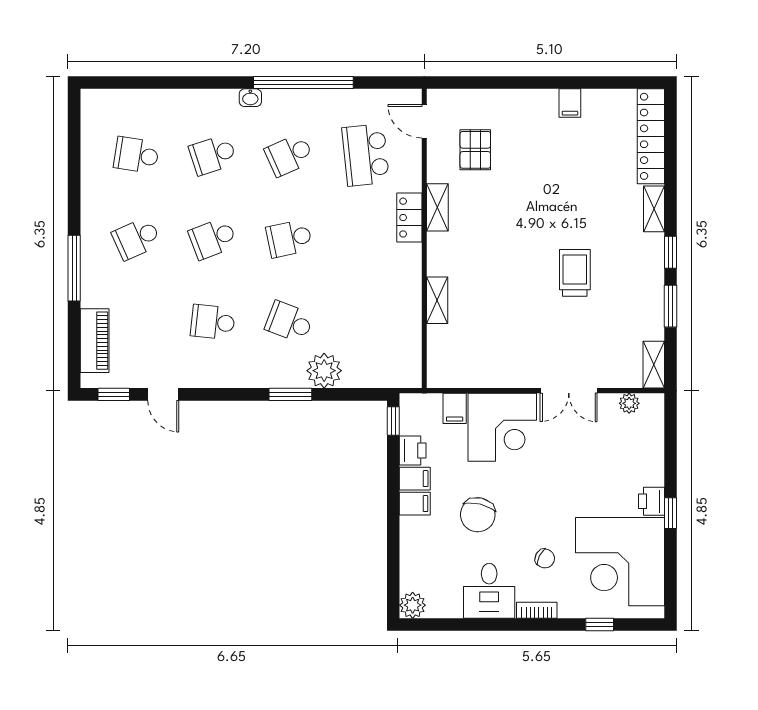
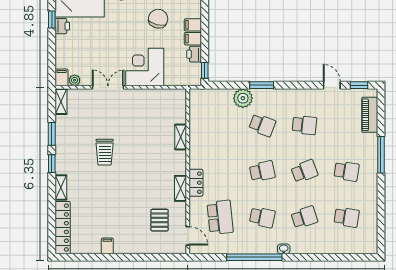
school desk: (289, 155) -> (262, 217), turned 36
school desk: (136, 238) -> (347, 171), turned 33
filing cabinet: (455, 408) -> (62, 77), moved

